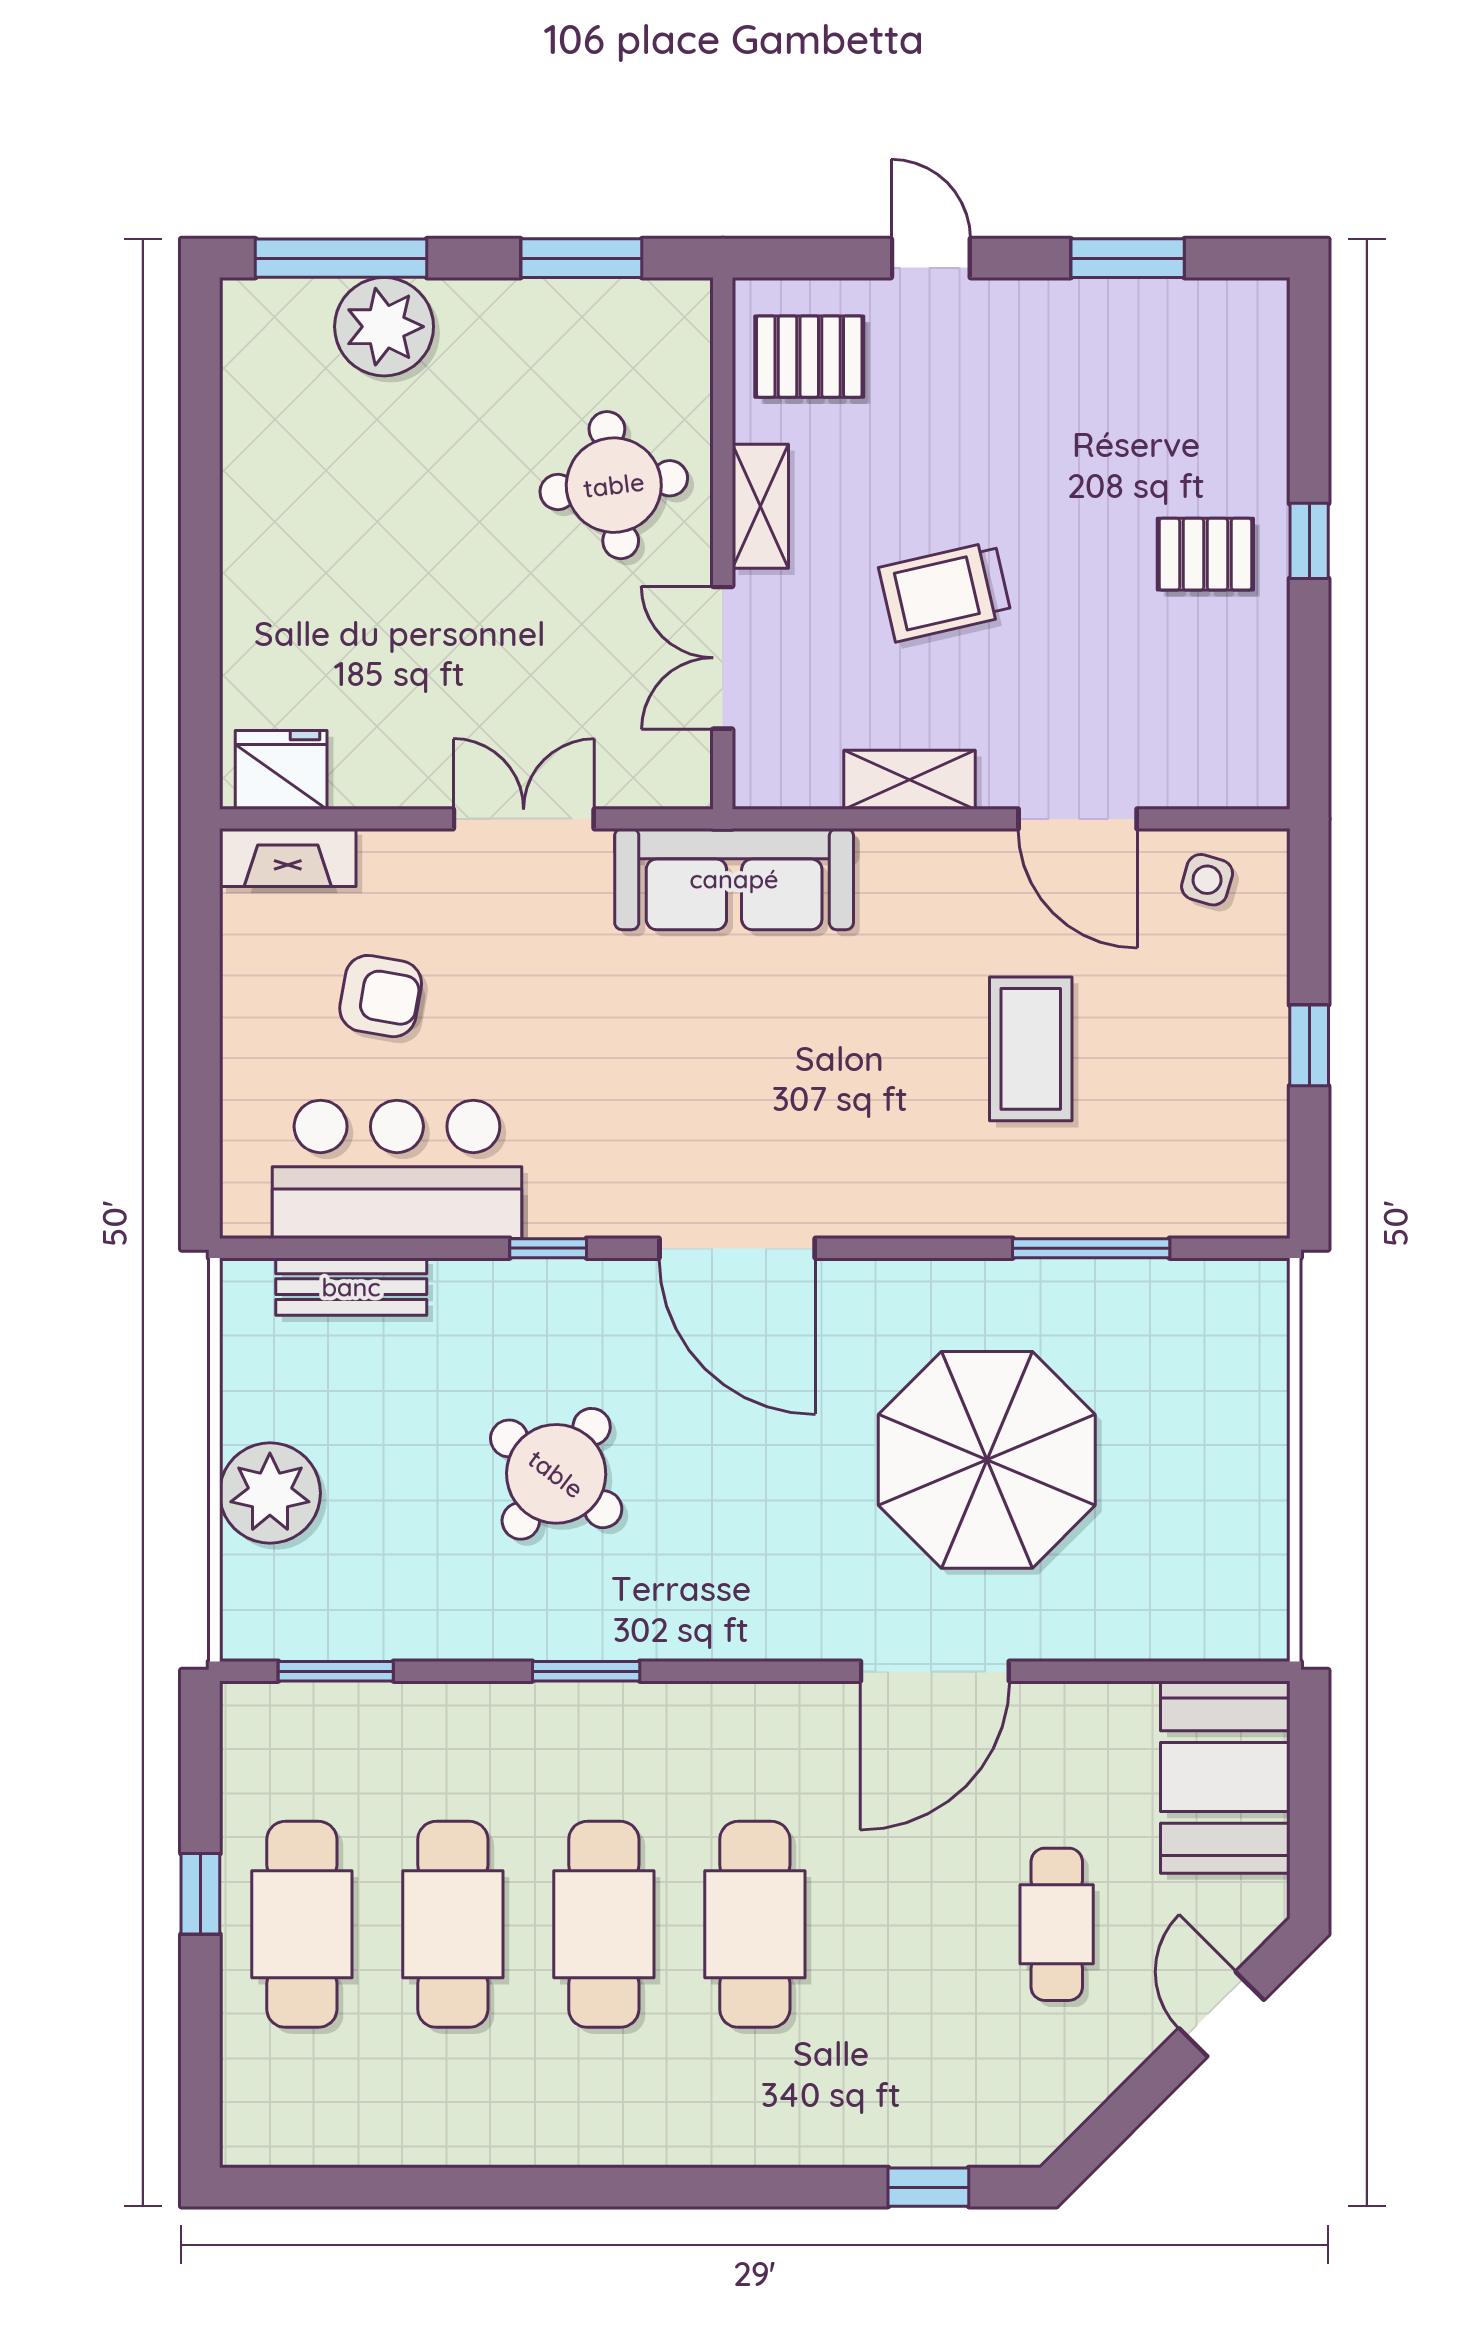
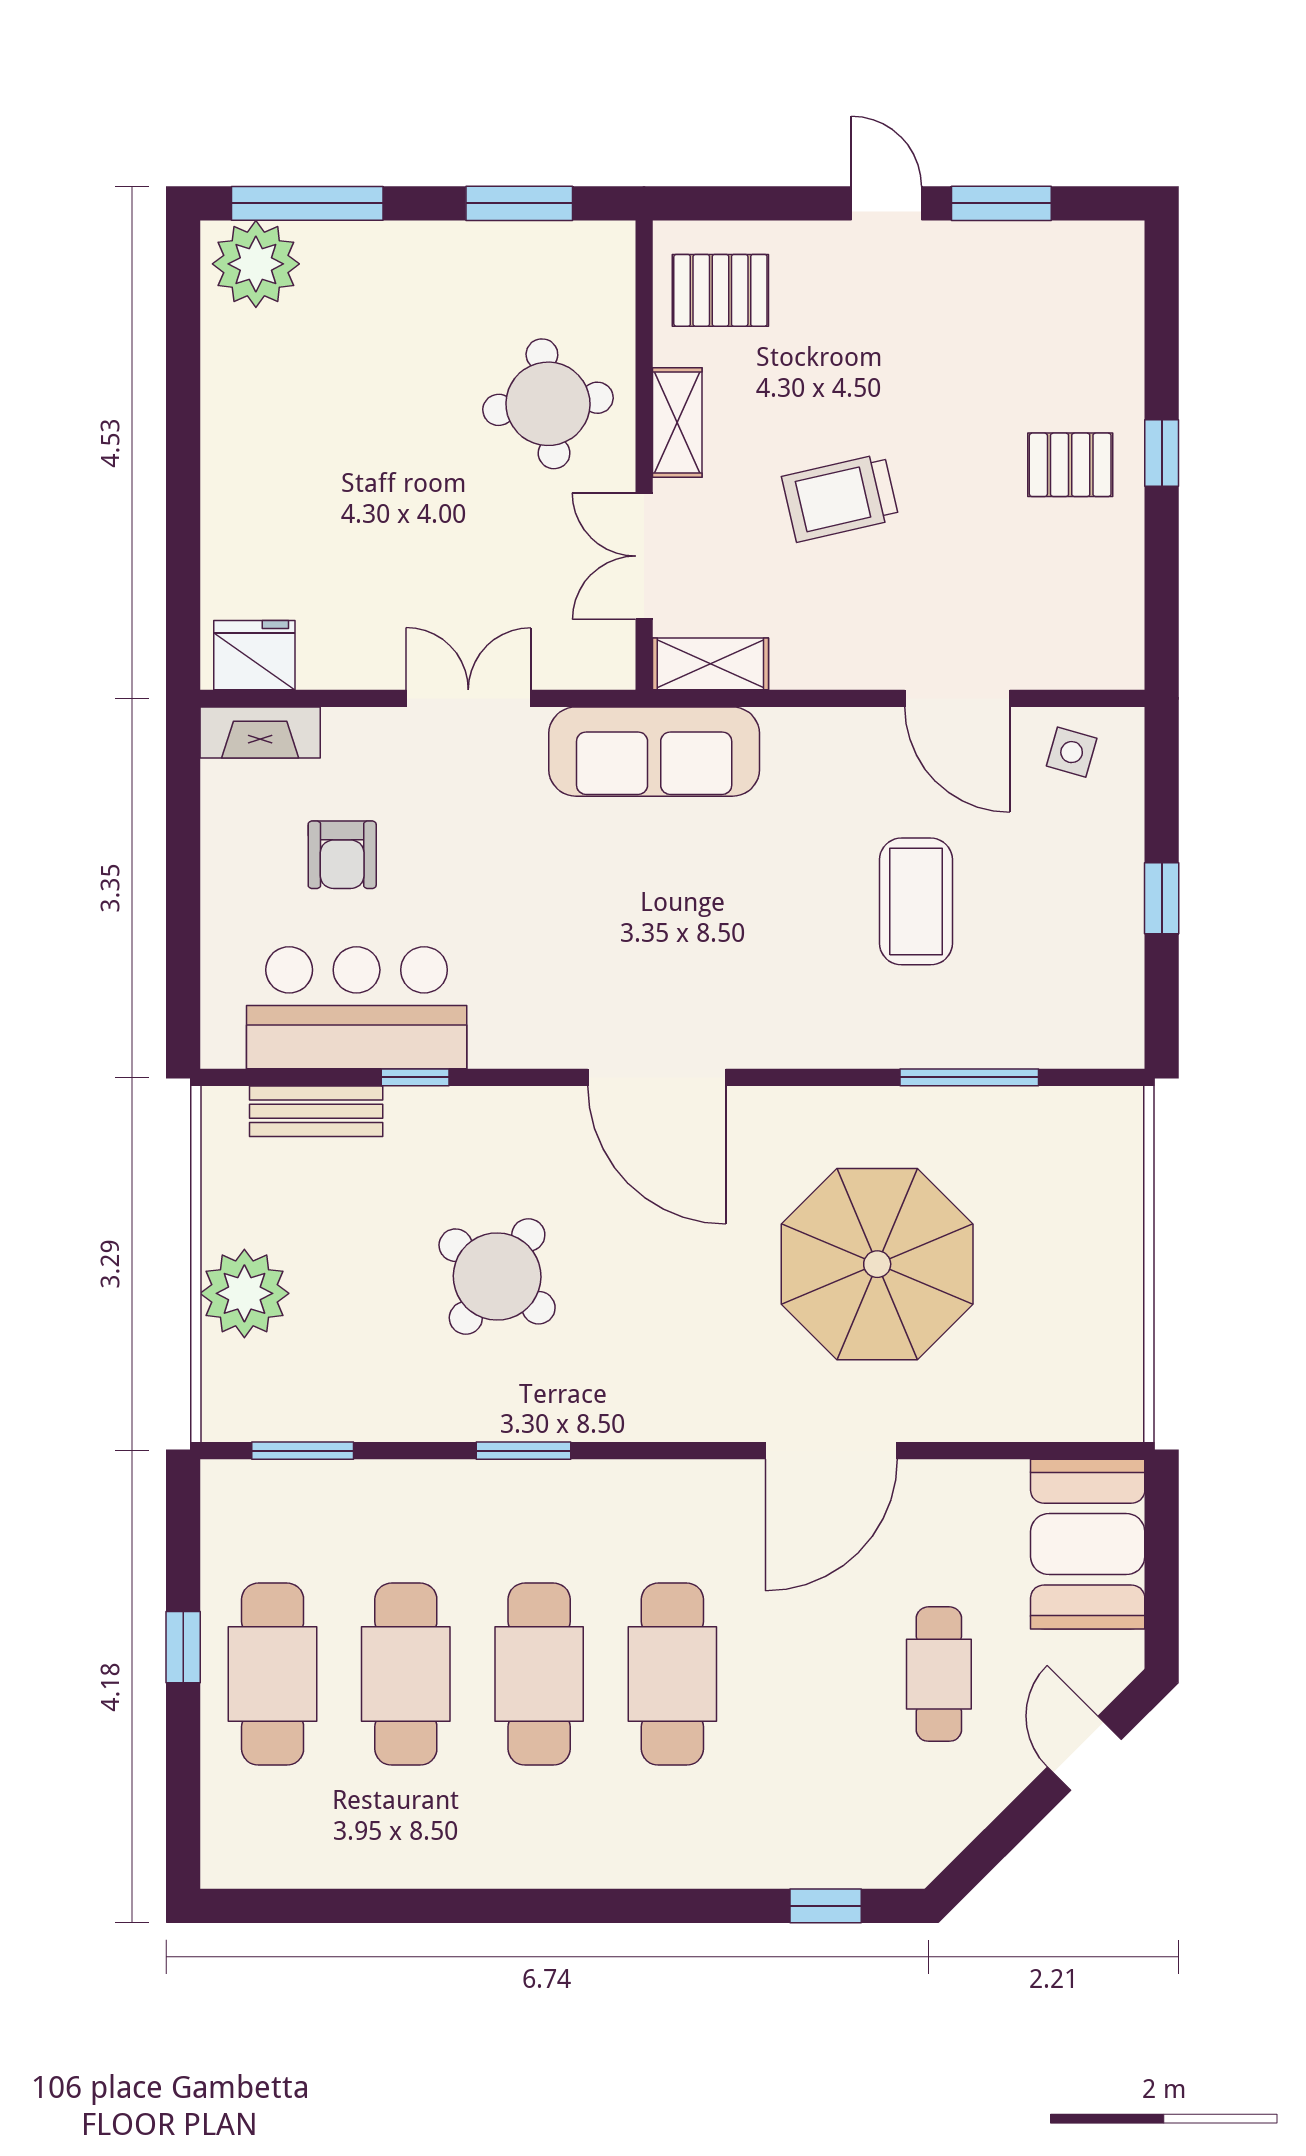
door: (931, 258) -> (886, 203), moved
plant: (384, 327) -> (256, 264), moved
shelving: (910, 780) -> (710, 664), moved
armchair: (381, 996) -> (342, 855), turned 80
window: (548, 1248) -> (415, 1077), moved

